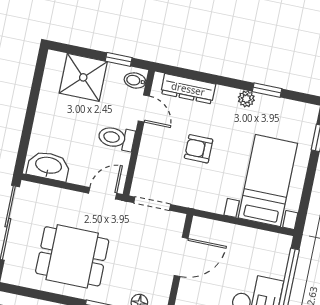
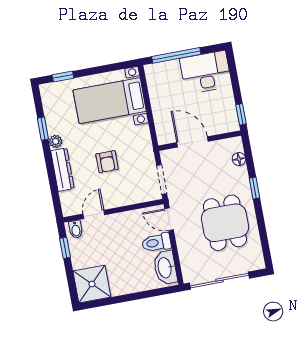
shower: (83, 77) -> (92, 284), moved
dresser: (188, 89) -> (62, 170), moved
toilet: (116, 138) -> (156, 243), moved, turned 90

